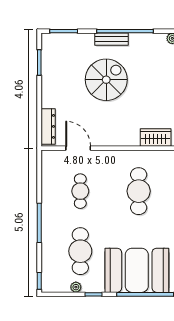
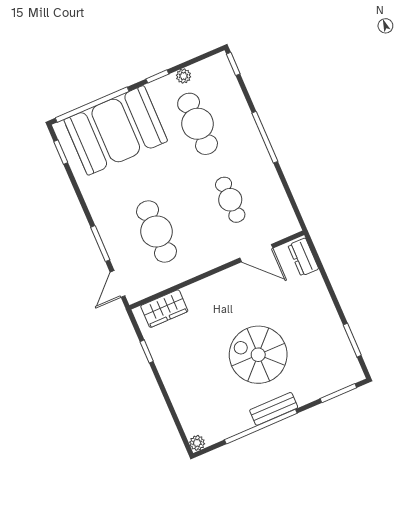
spiral stairs: (106, 80) -> (258, 355), turned 90
dresser: (48, 126) -> (303, 257), width x0.70

